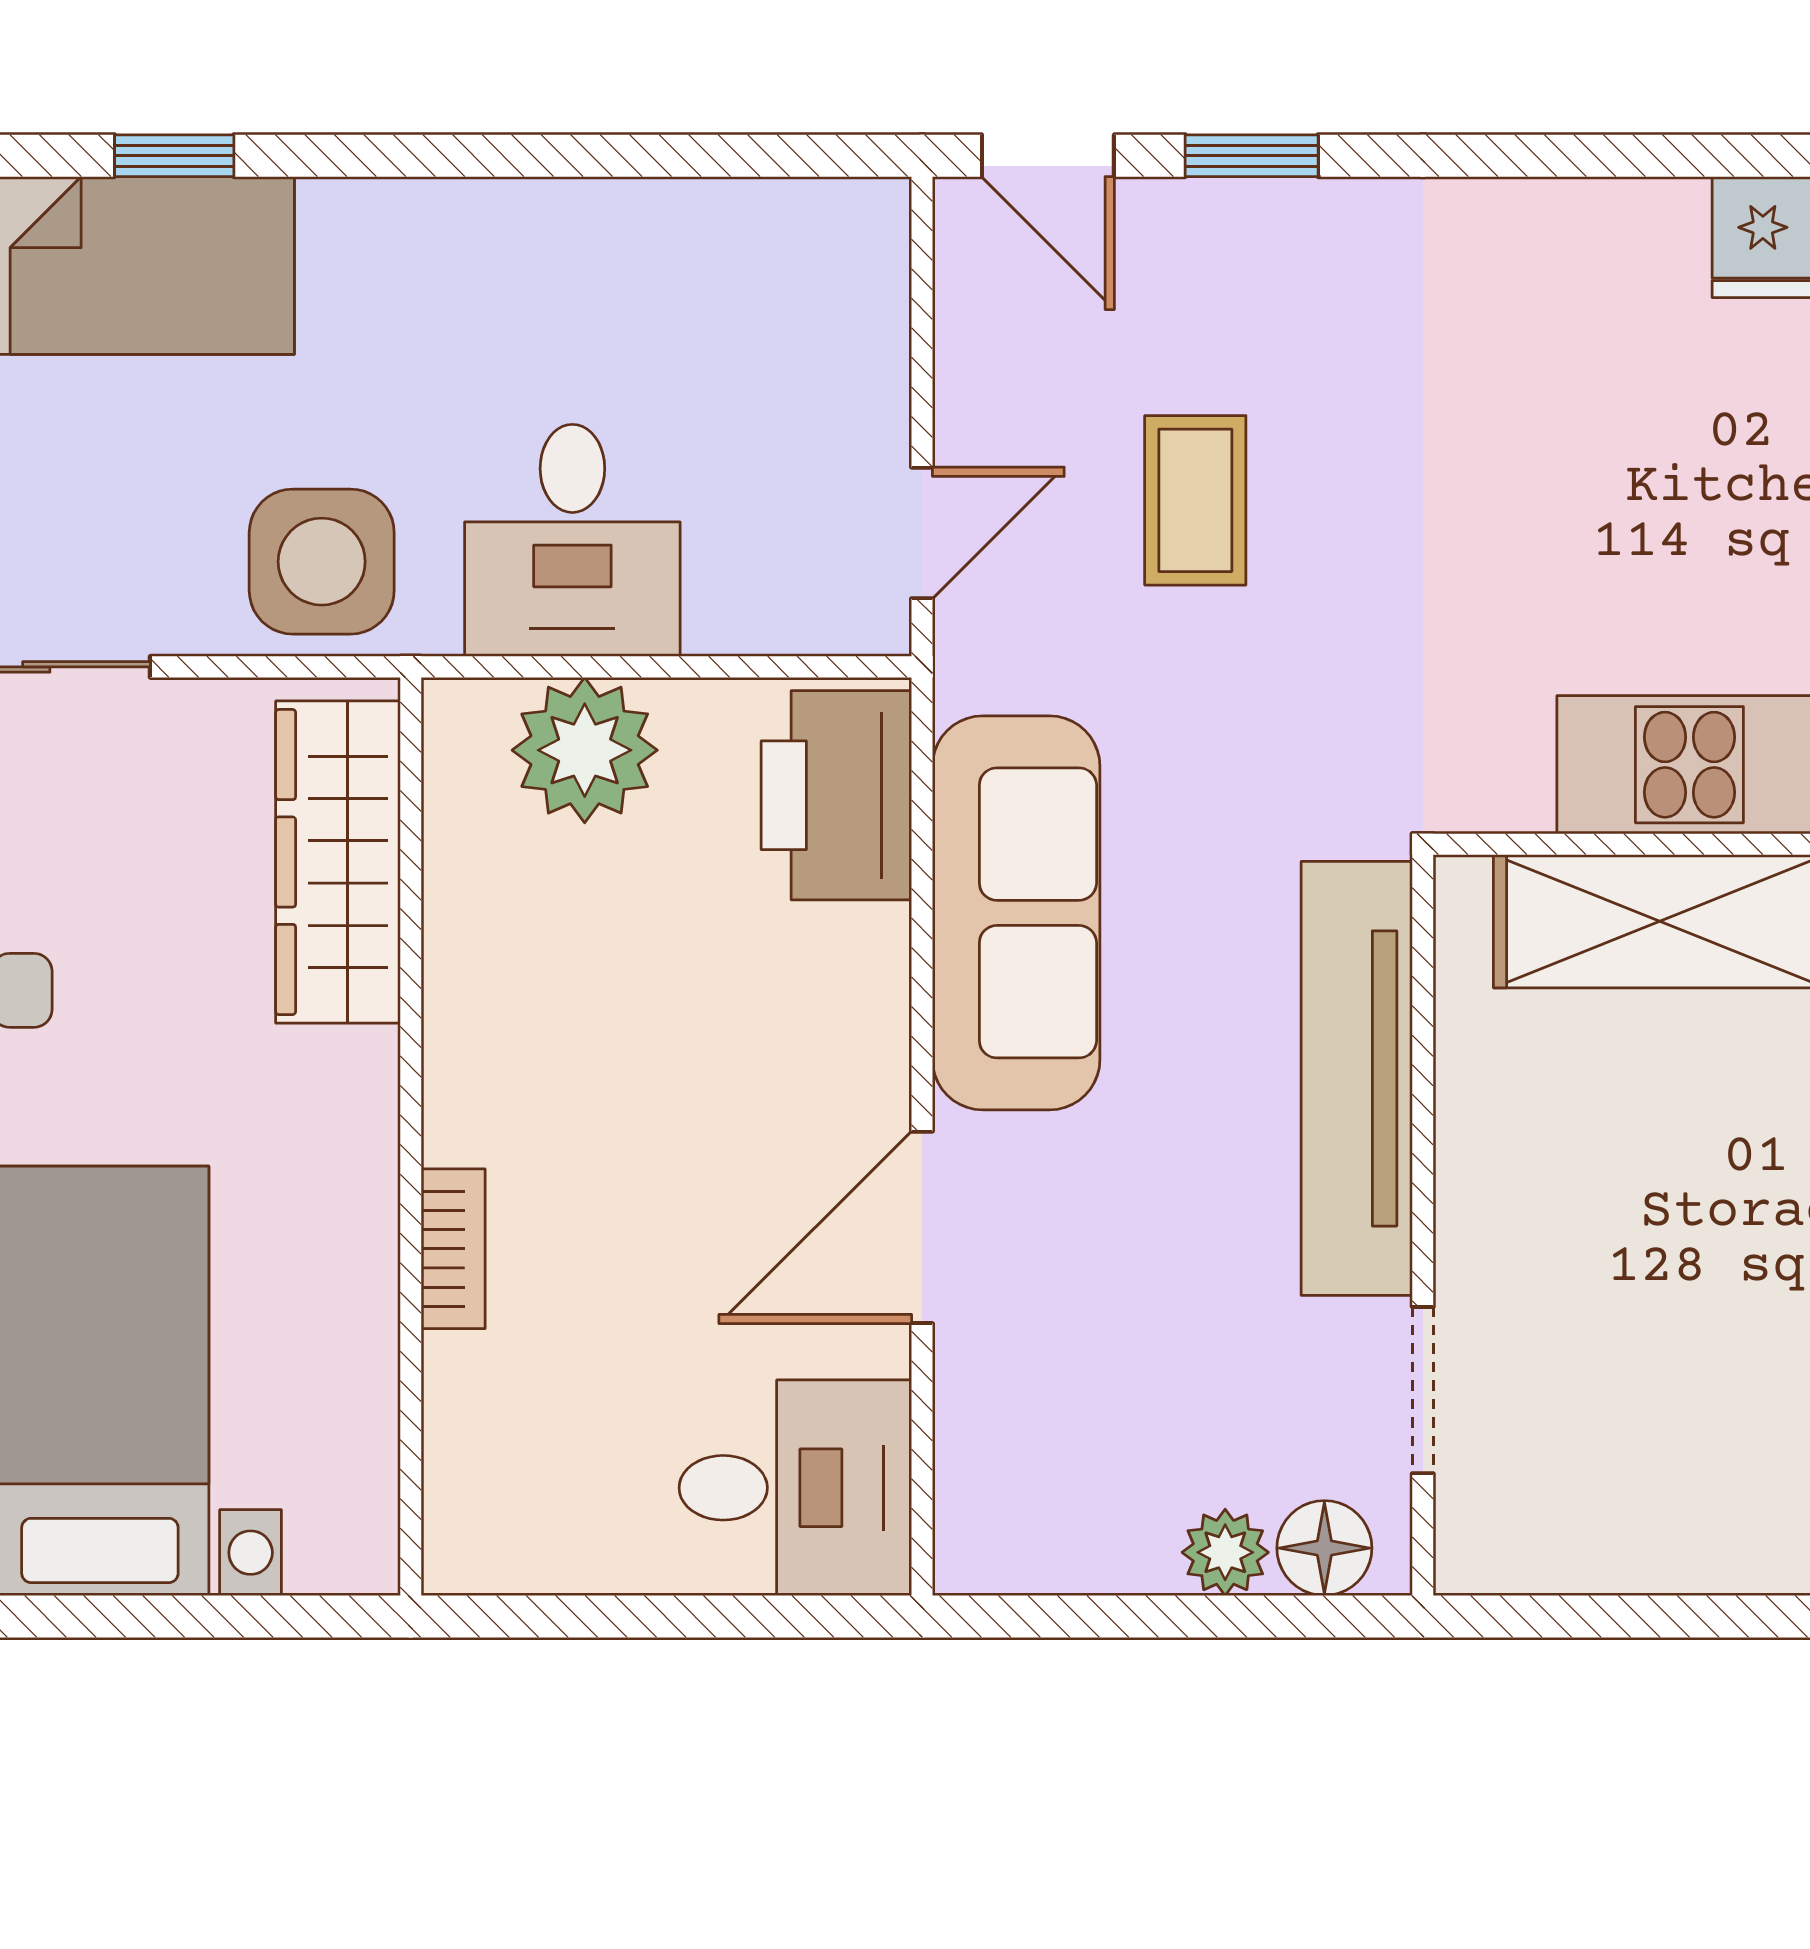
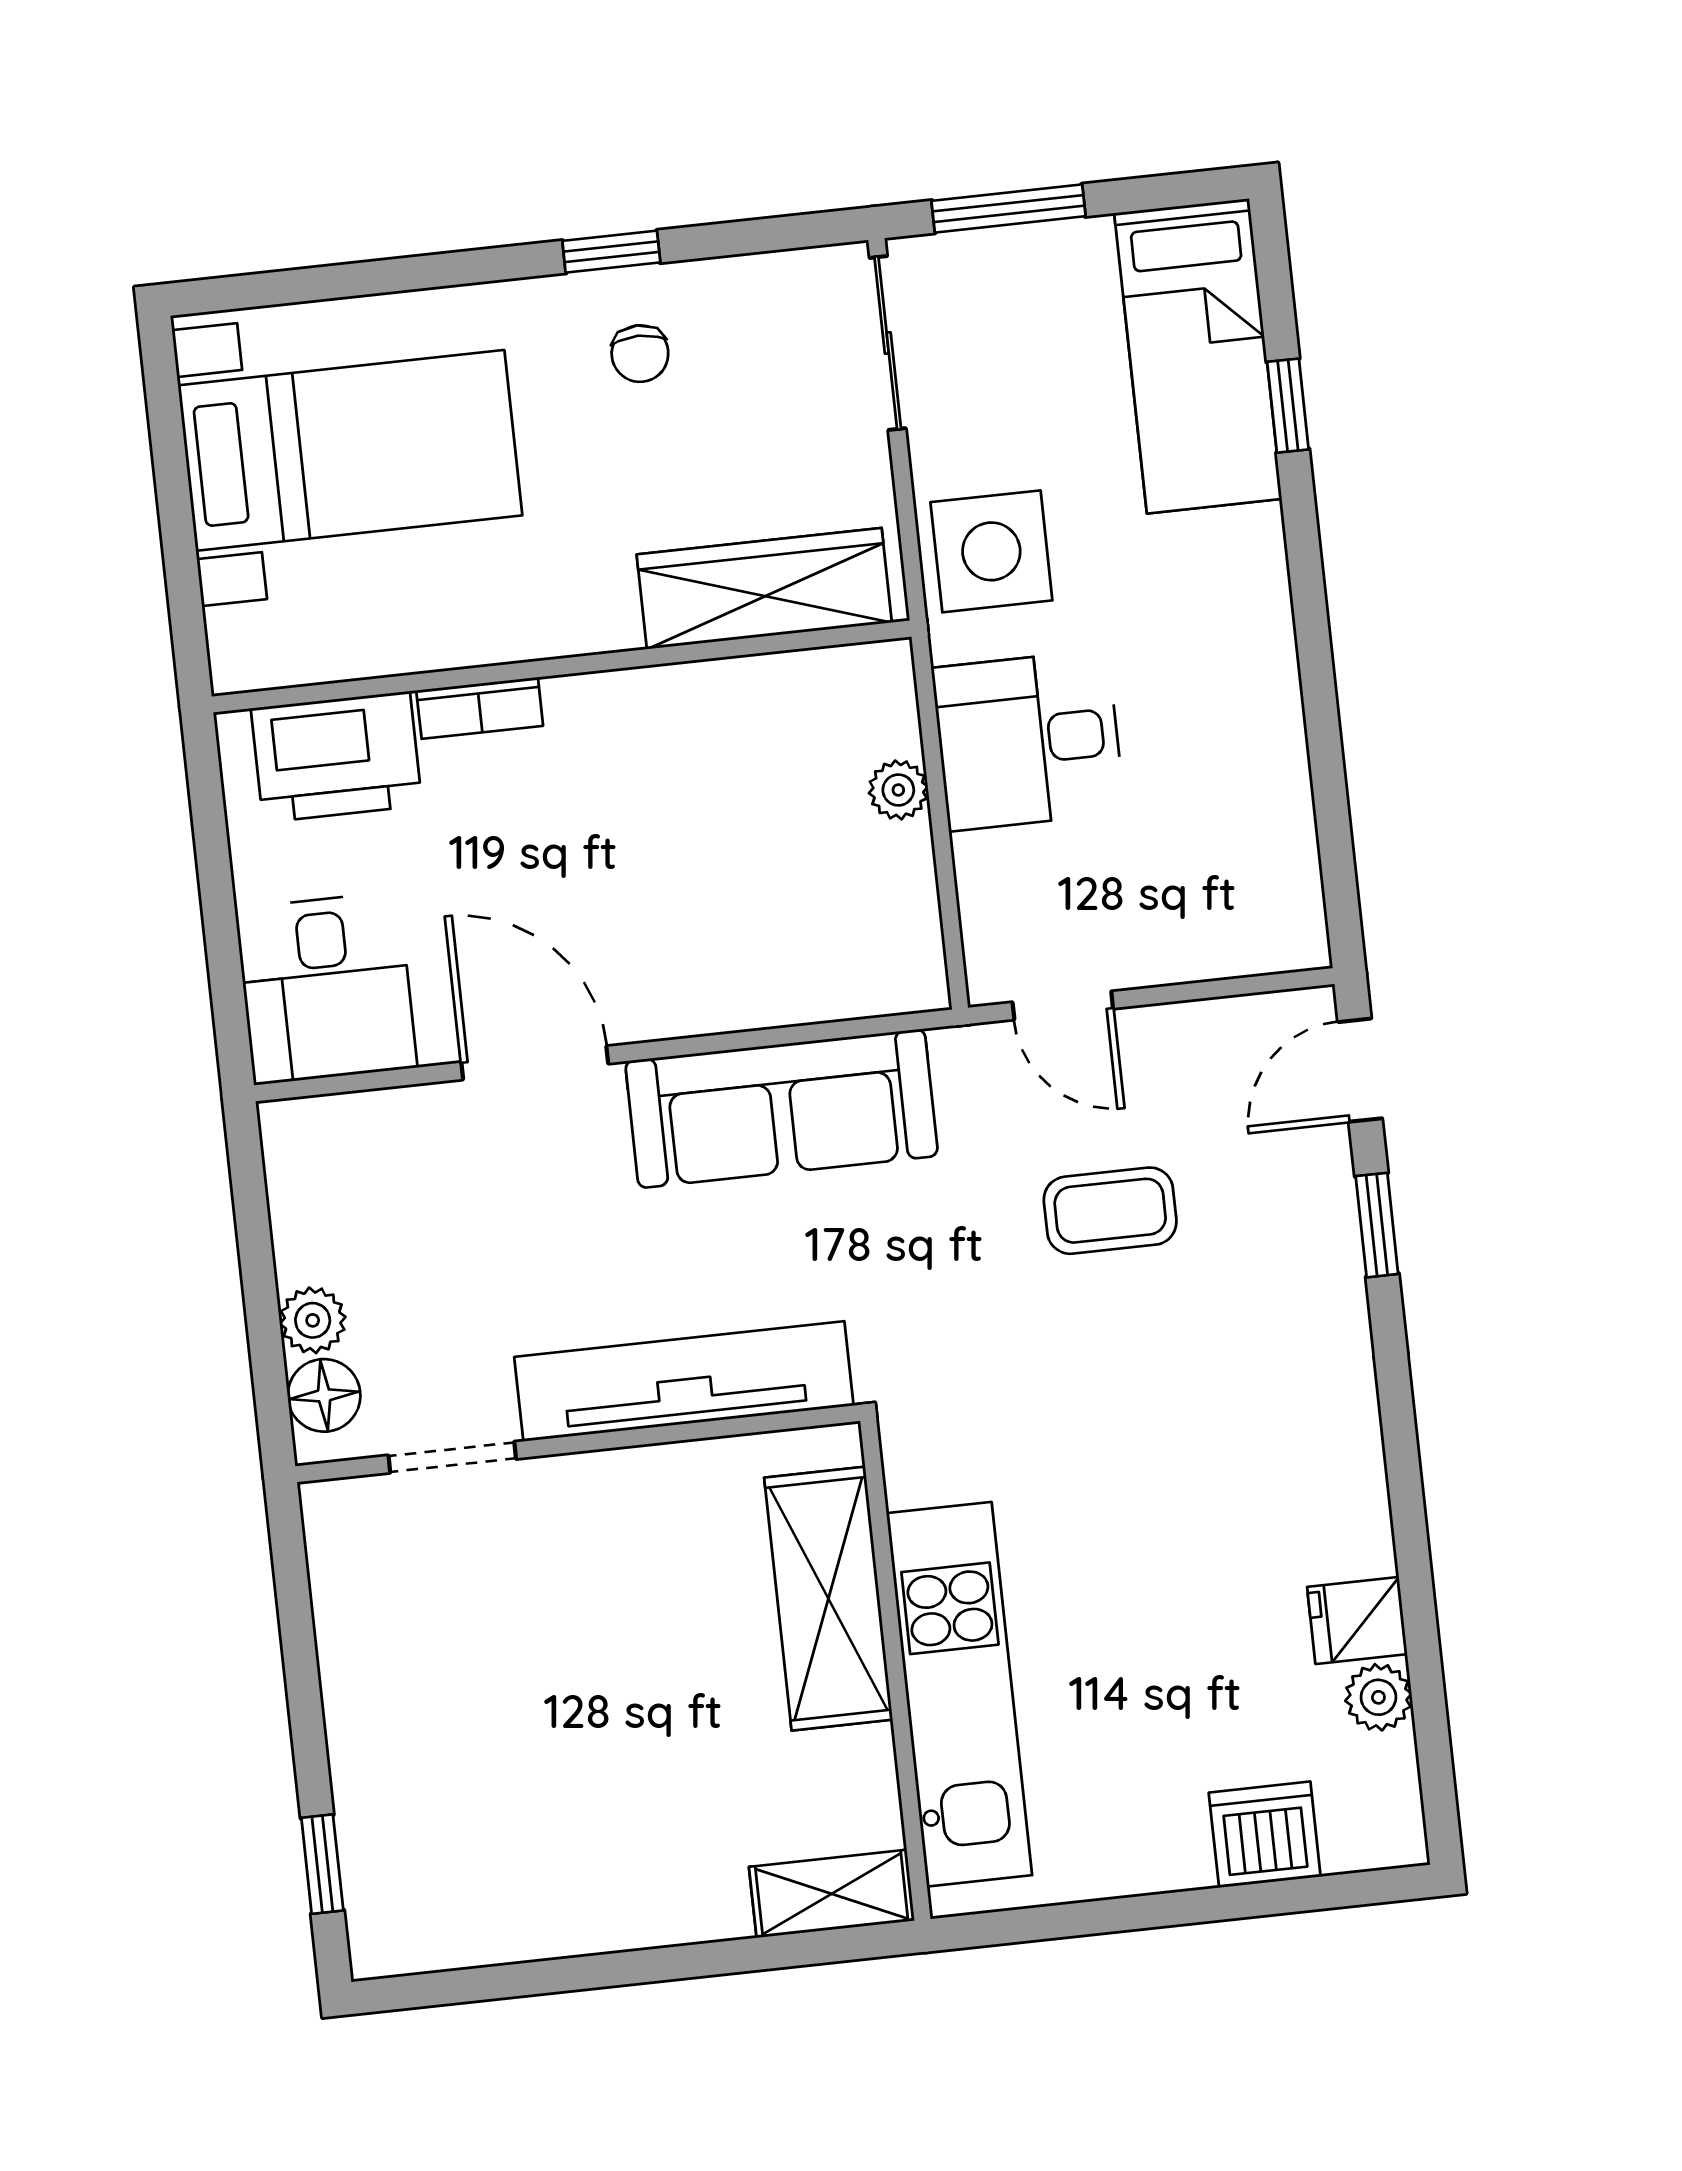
plant: (585, 750) -> (898, 790), width x0.53, depth x0.53
printer: (836, 795) -> (337, 757), moved, turned 180

